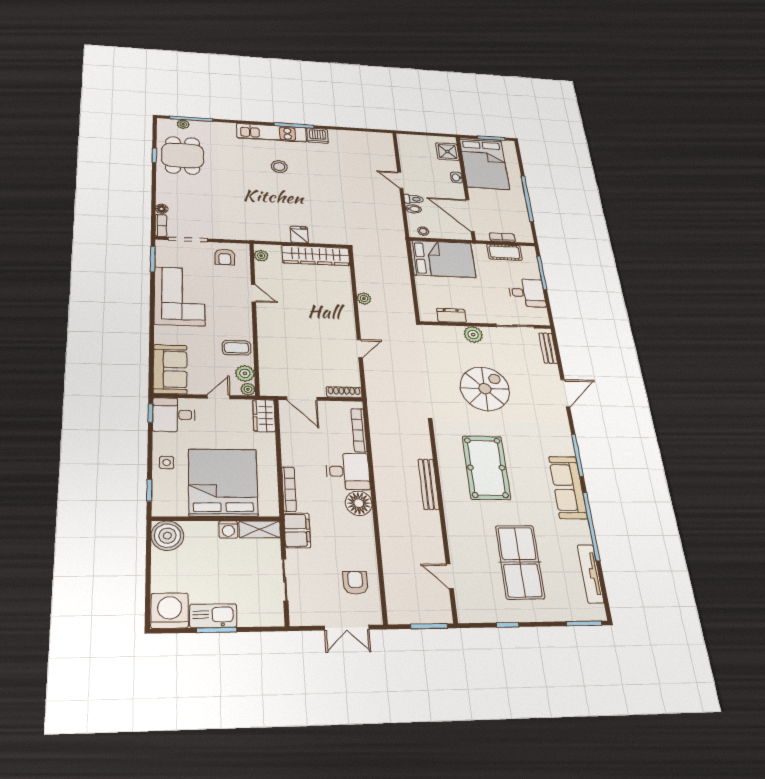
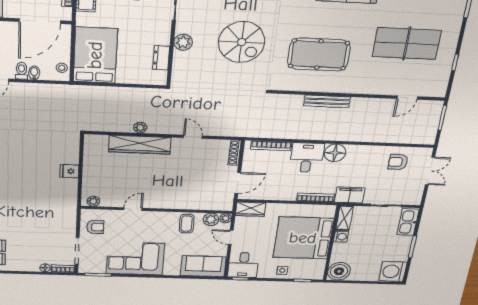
wardrobe: (316, 255) -> (140, 145), moved, turned 90
spiral stairs: (485, 389) -> (242, 42), turned 180
kitchen sink: (213, 616) -> (408, 222), moved

